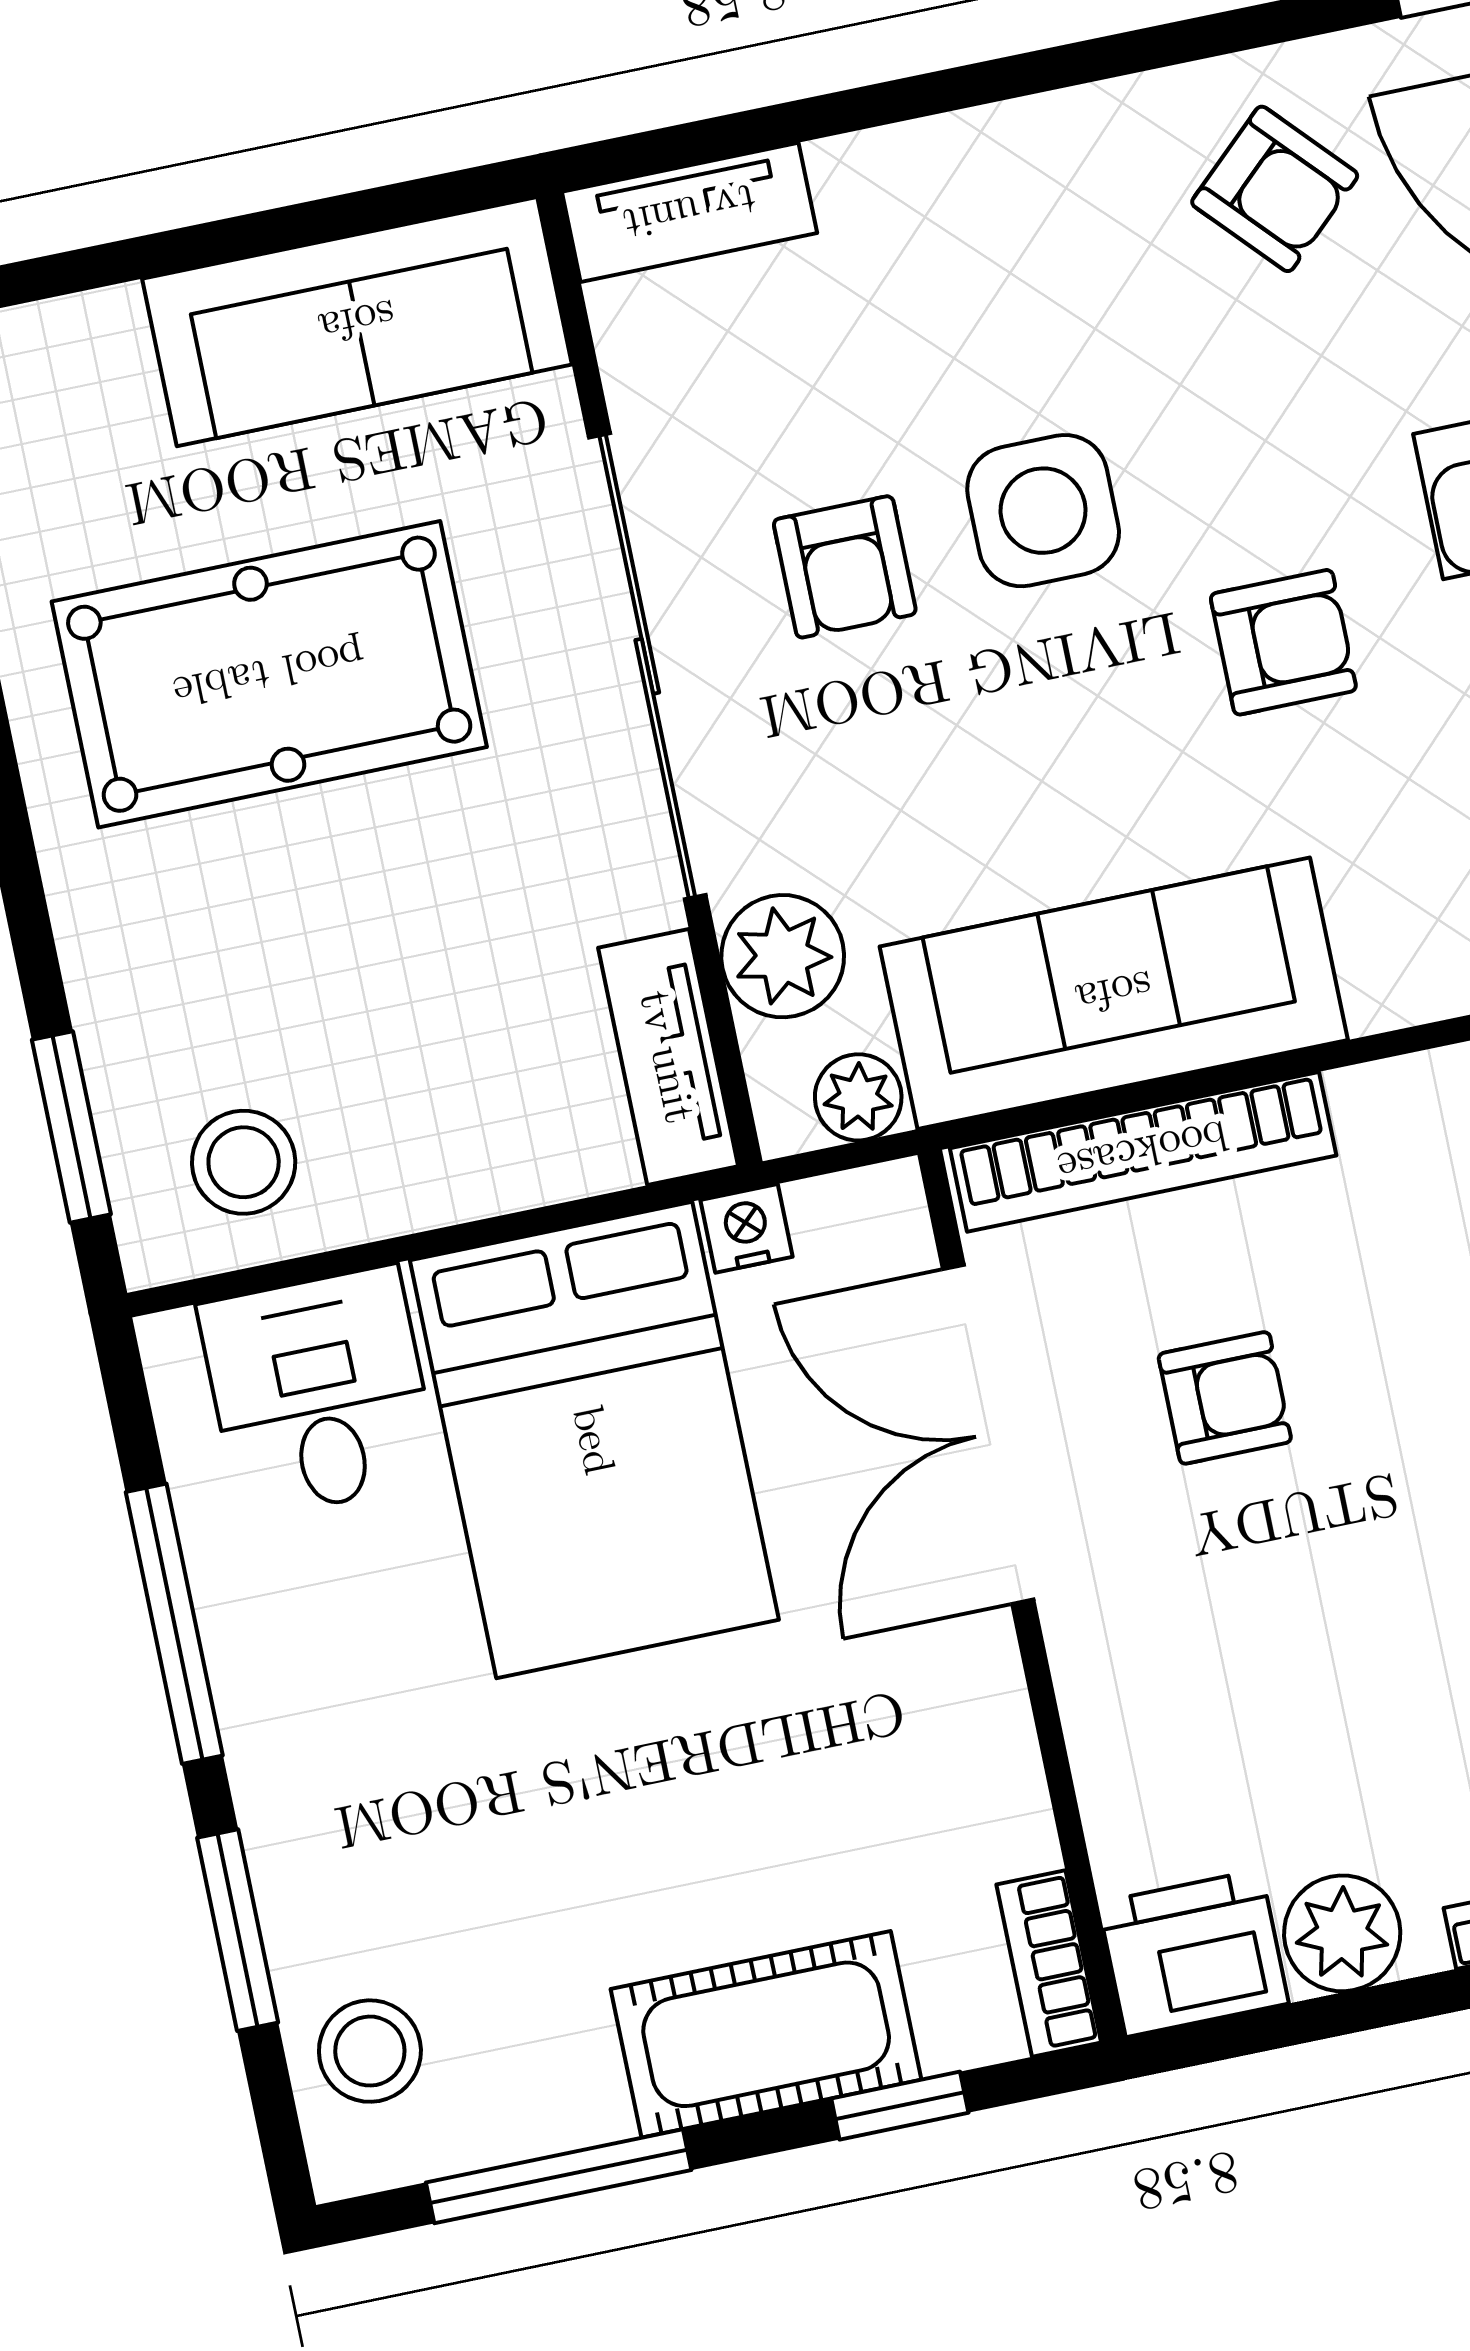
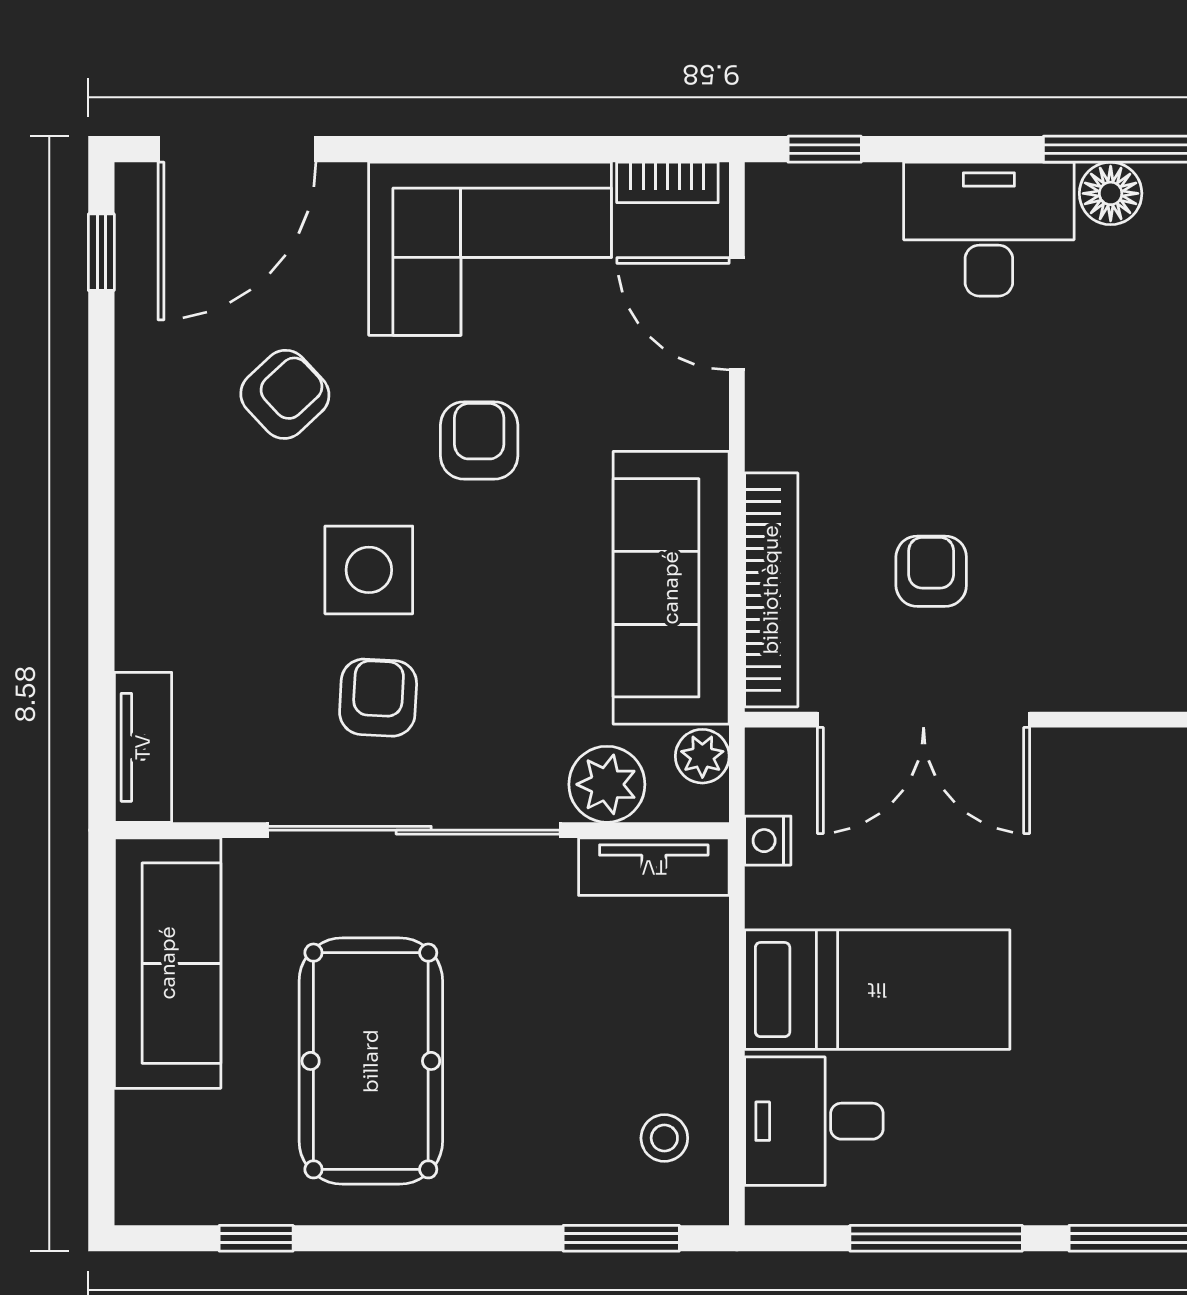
armchair: (1275, 189) -> (285, 394), moved
armchair: (845, 567) -> (378, 698), turned -87
stool: (244, 1162) -> (664, 1138), width x0.73, depth x0.73
bed: (594, 1440) -> (877, 990), width x0.67

